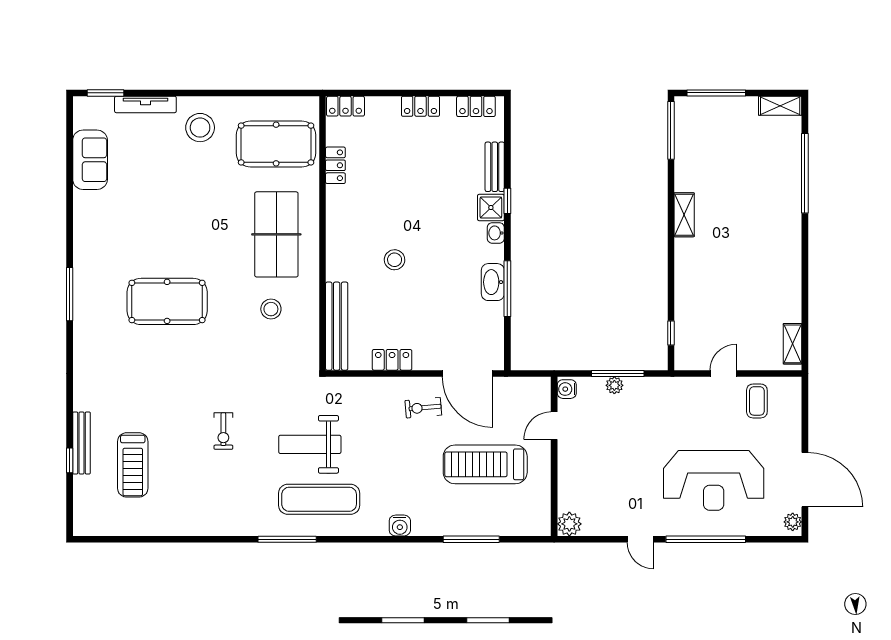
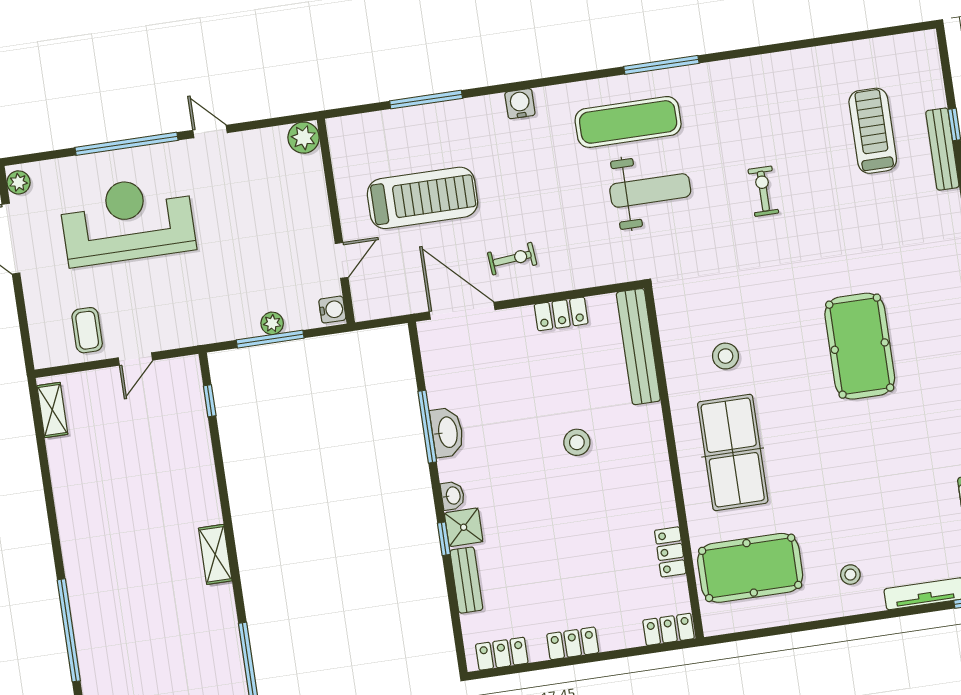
stool: (200, 128) -> (850, 575), width x0.53, depth x0.53
pool table: (167, 301) -> (860, 346), turned 90

